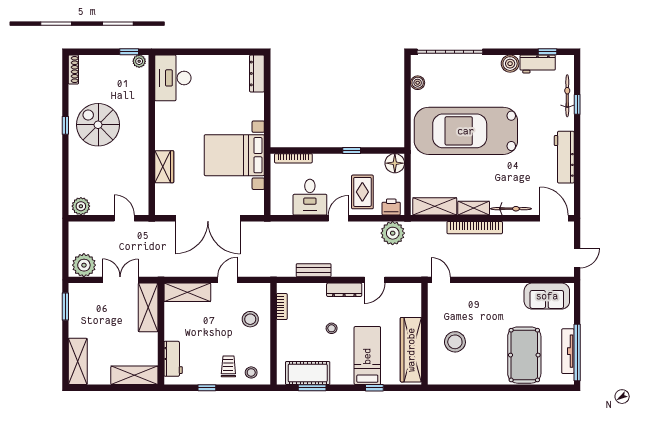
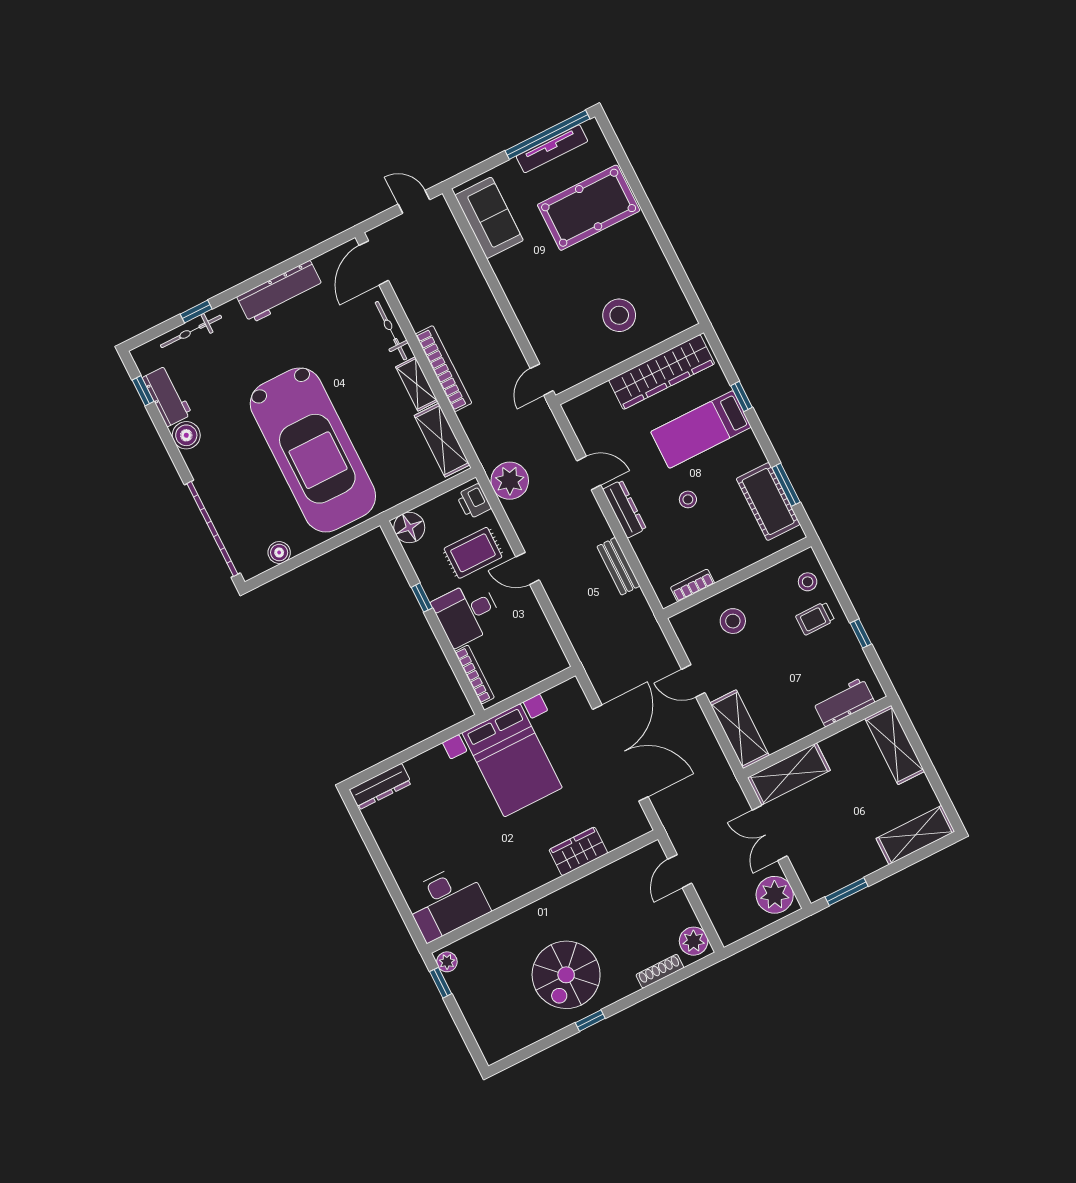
shoe rack: (73, 70) -> (660, 971), moved
desk: (310, 197) -> (467, 613), moved, turned 180

